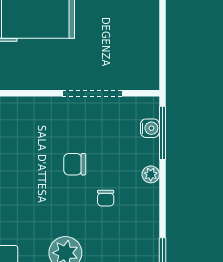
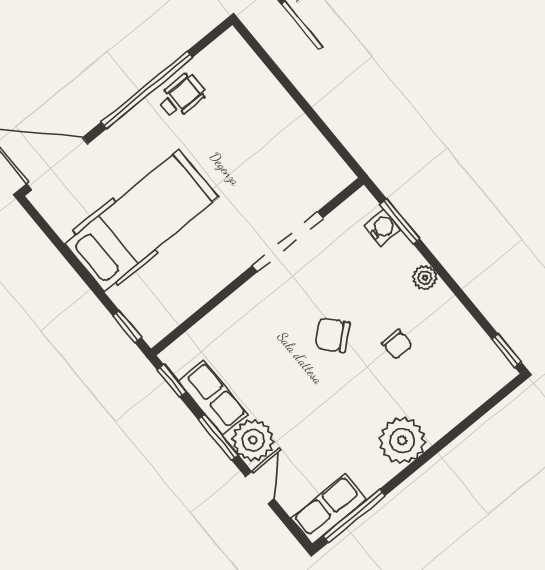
window: (162, 133) -> (400, 222), width x0.69
chair: (75, 164) -> (332, 335), turned 48

